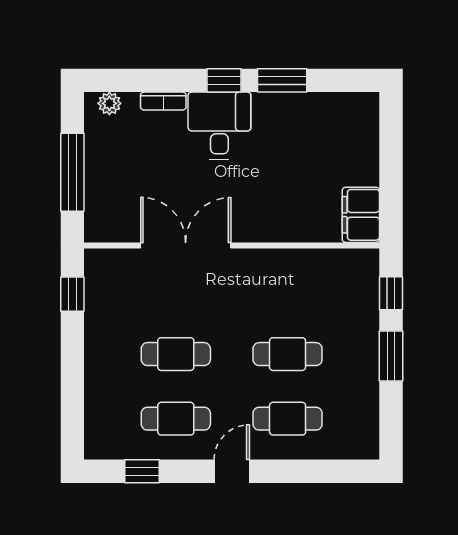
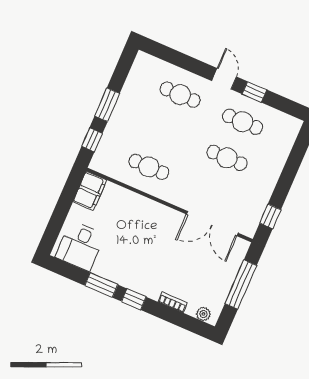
desk: (219, 126) -> (80, 246), moved
double door: (186, 245) -> (212, 224), moved
cafe table: (288, 354) -> (149, 167), moved
window: (142, 471) -> (254, 92), moved
door: (232, 471) -> (224, 79), swing flipped

